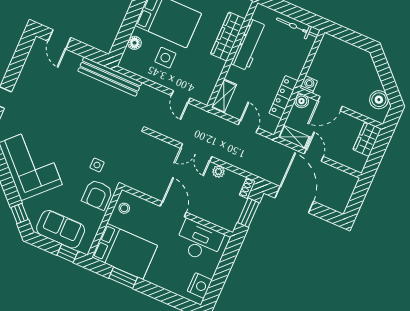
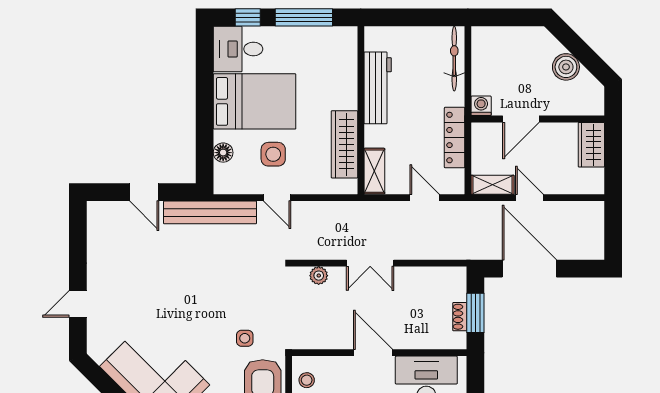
bicycle: (297, 28) -> (454, 59), moved, turned 90
wardrobe: (228, 36) -> (344, 144), moved
door: (59, 39) -> (144, 192), moved
door: (181, 97) -> (277, 198), moved
boiler: (379, 100) -> (566, 67), moved
boiler: (301, 101) -> (481, 132), removed
plant: (218, 172) -> (319, 276), moved
shoe rack: (247, 188) -> (460, 317), moved

